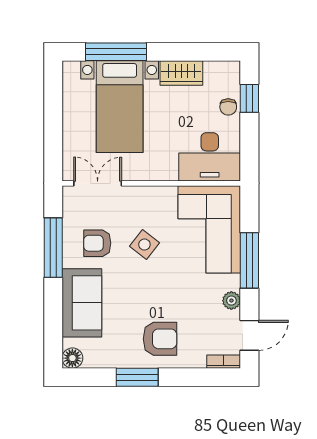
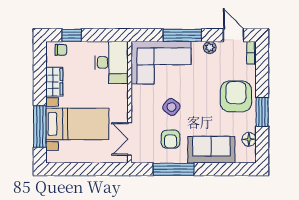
chair: (228, 107) -> (61, 50), moved
armchair: (160, 339) -> (236, 96), width x1.36, depth x1.36
floor lamp: (72, 358) -> (249, 139), moved

